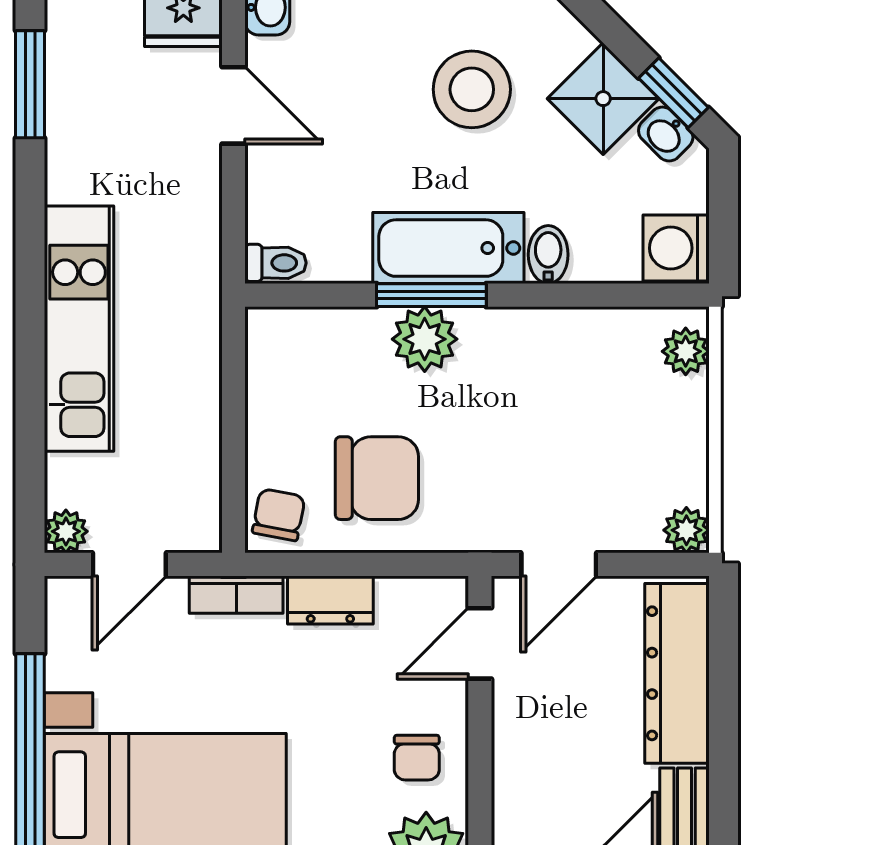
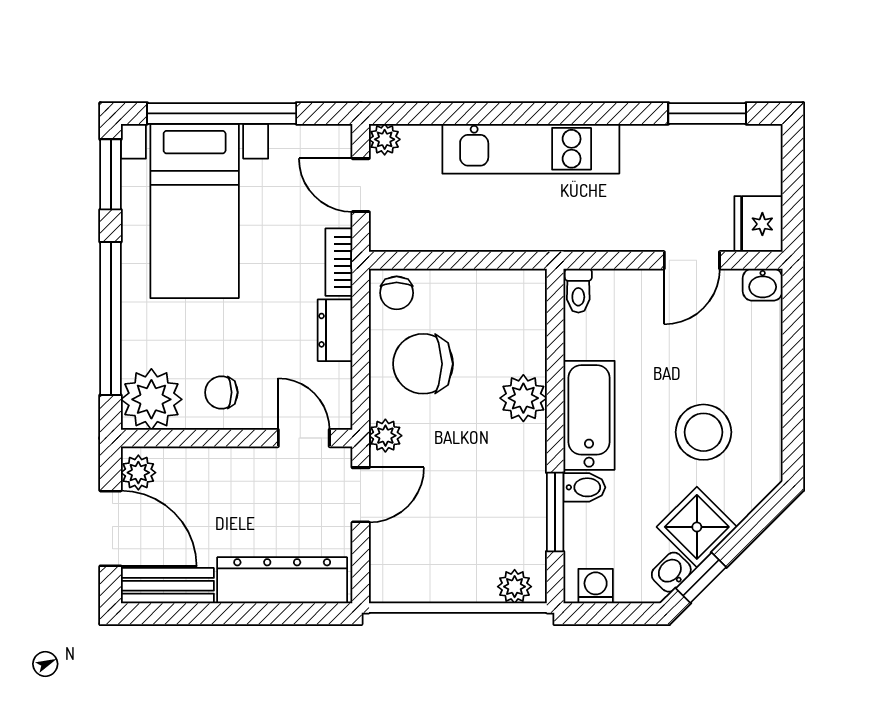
washing machine: (676, 248) -> (596, 586), width x0.73, depth x0.73
window: (431, 295) -> (555, 512), moved
chair: (377, 478) -> (423, 364), turned 90
chair: (279, 515) -> (397, 293), turned 79
plant: (686, 530) -> (385, 436), moved
door: (559, 564) -> (361, 495), swing flipped

